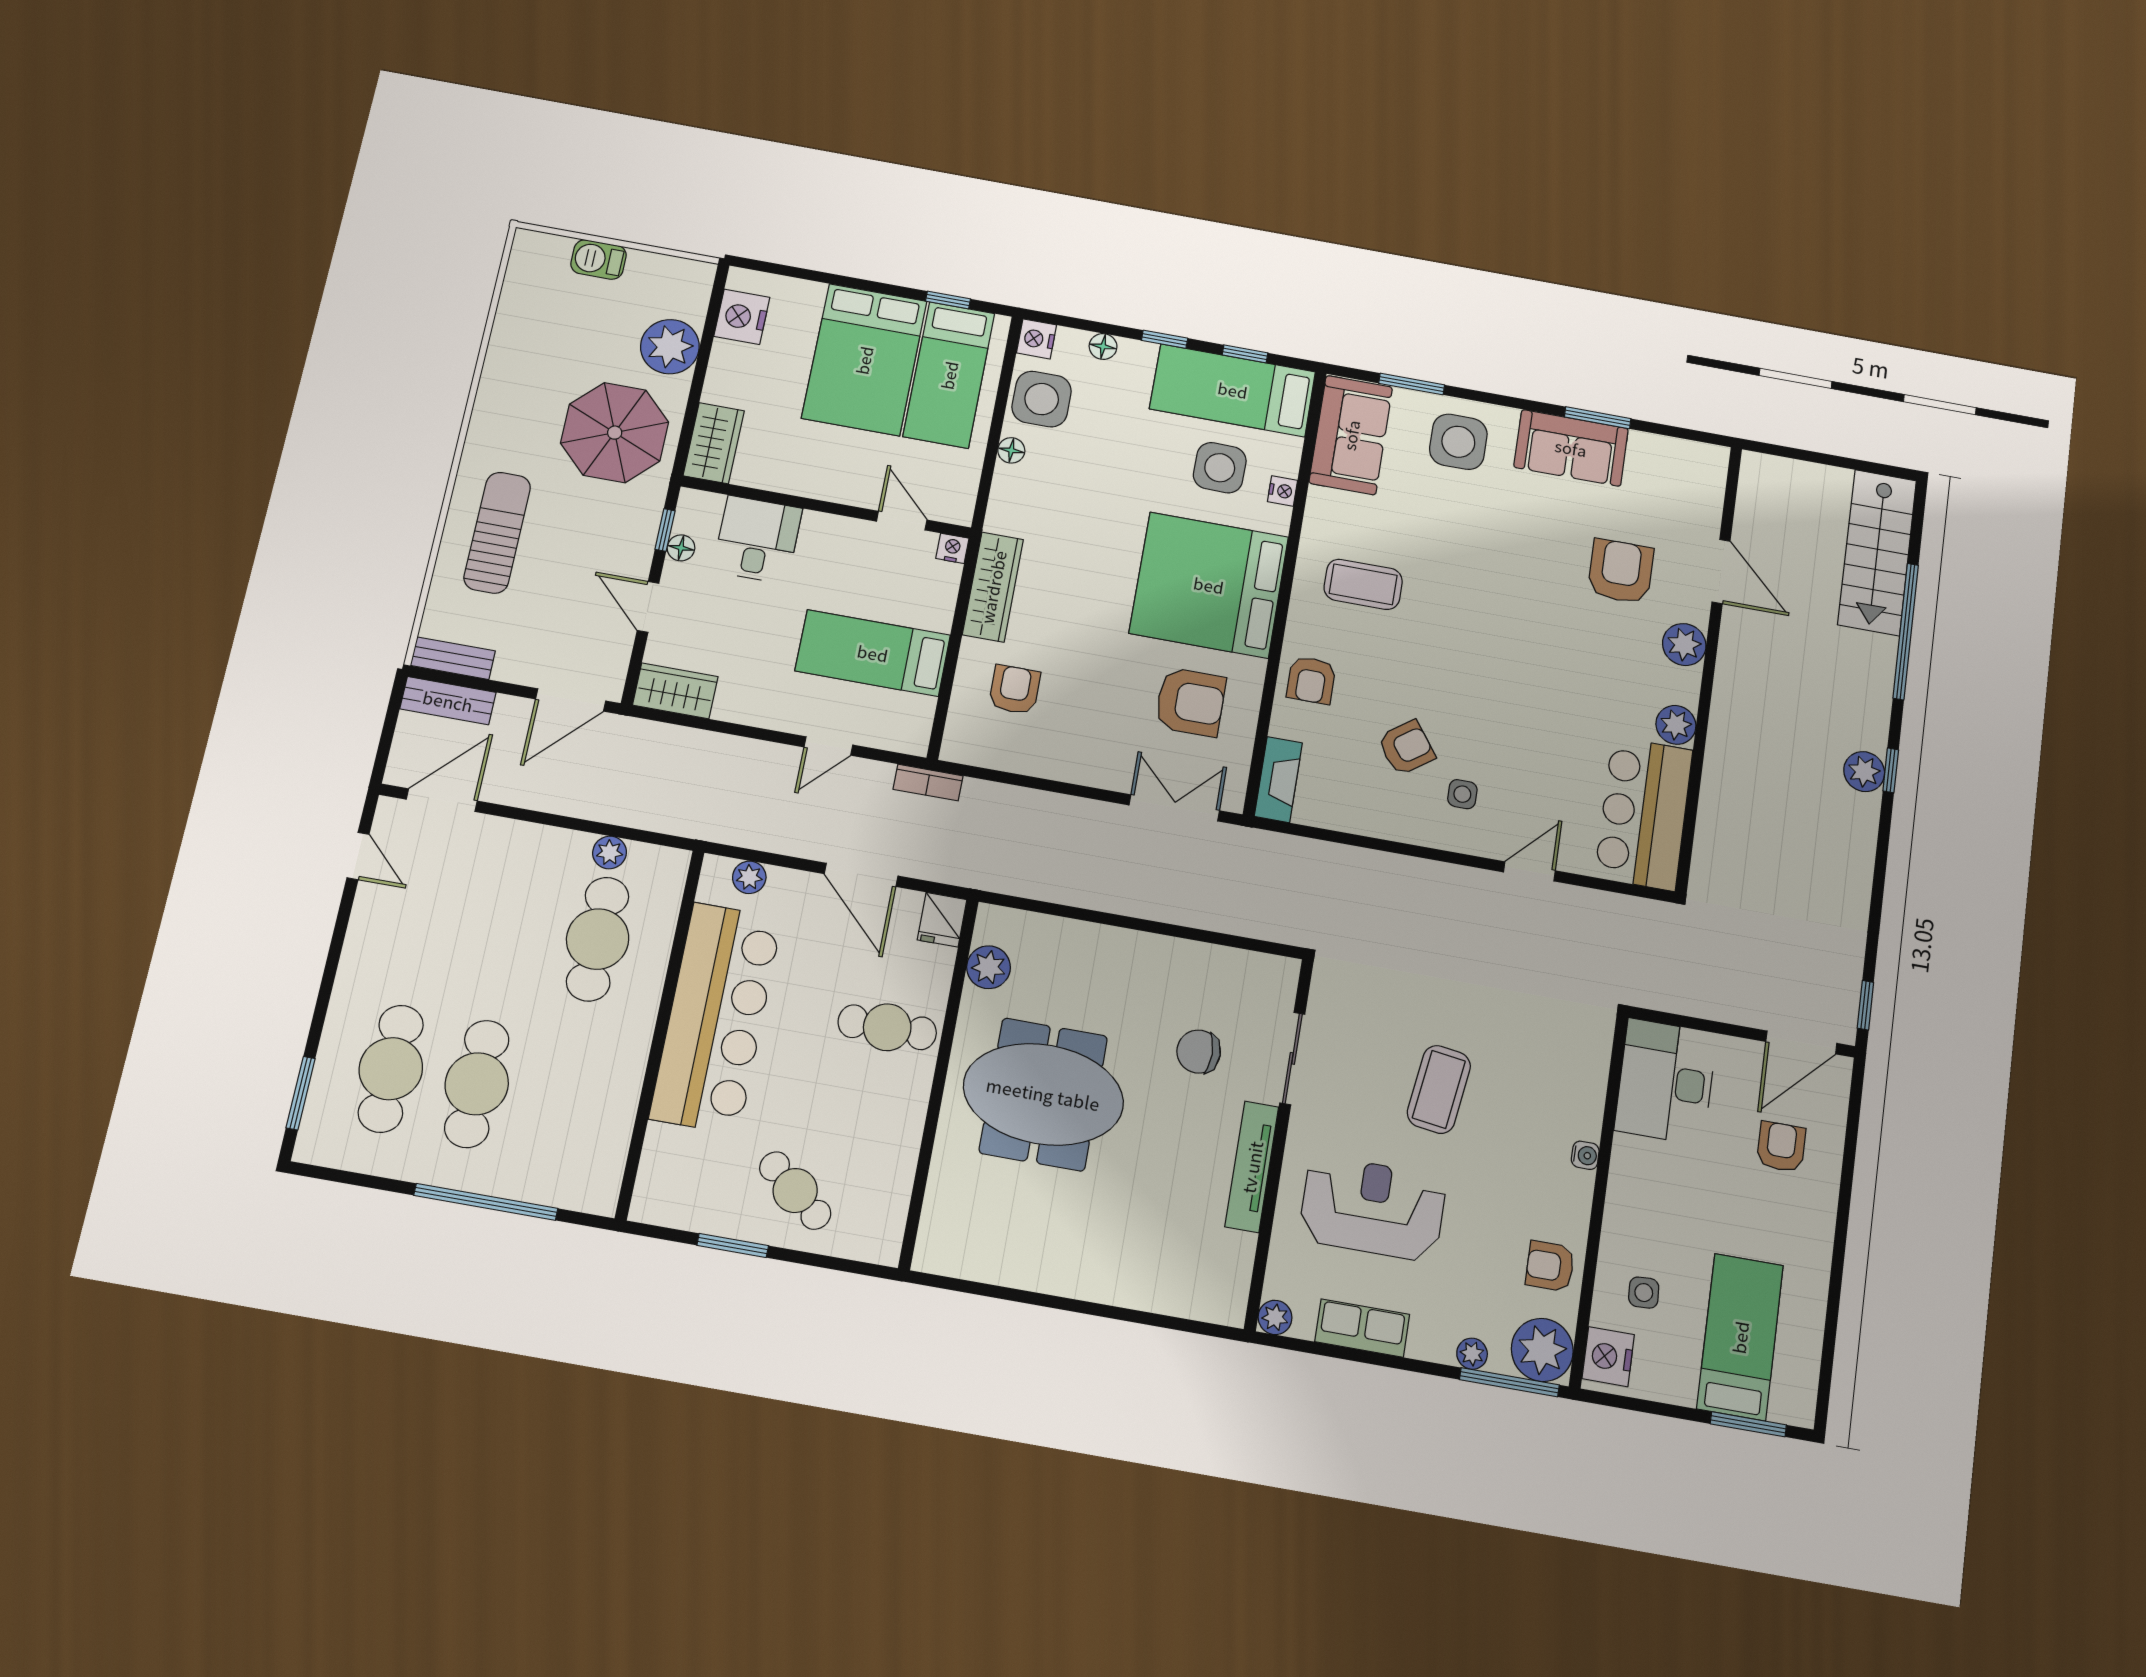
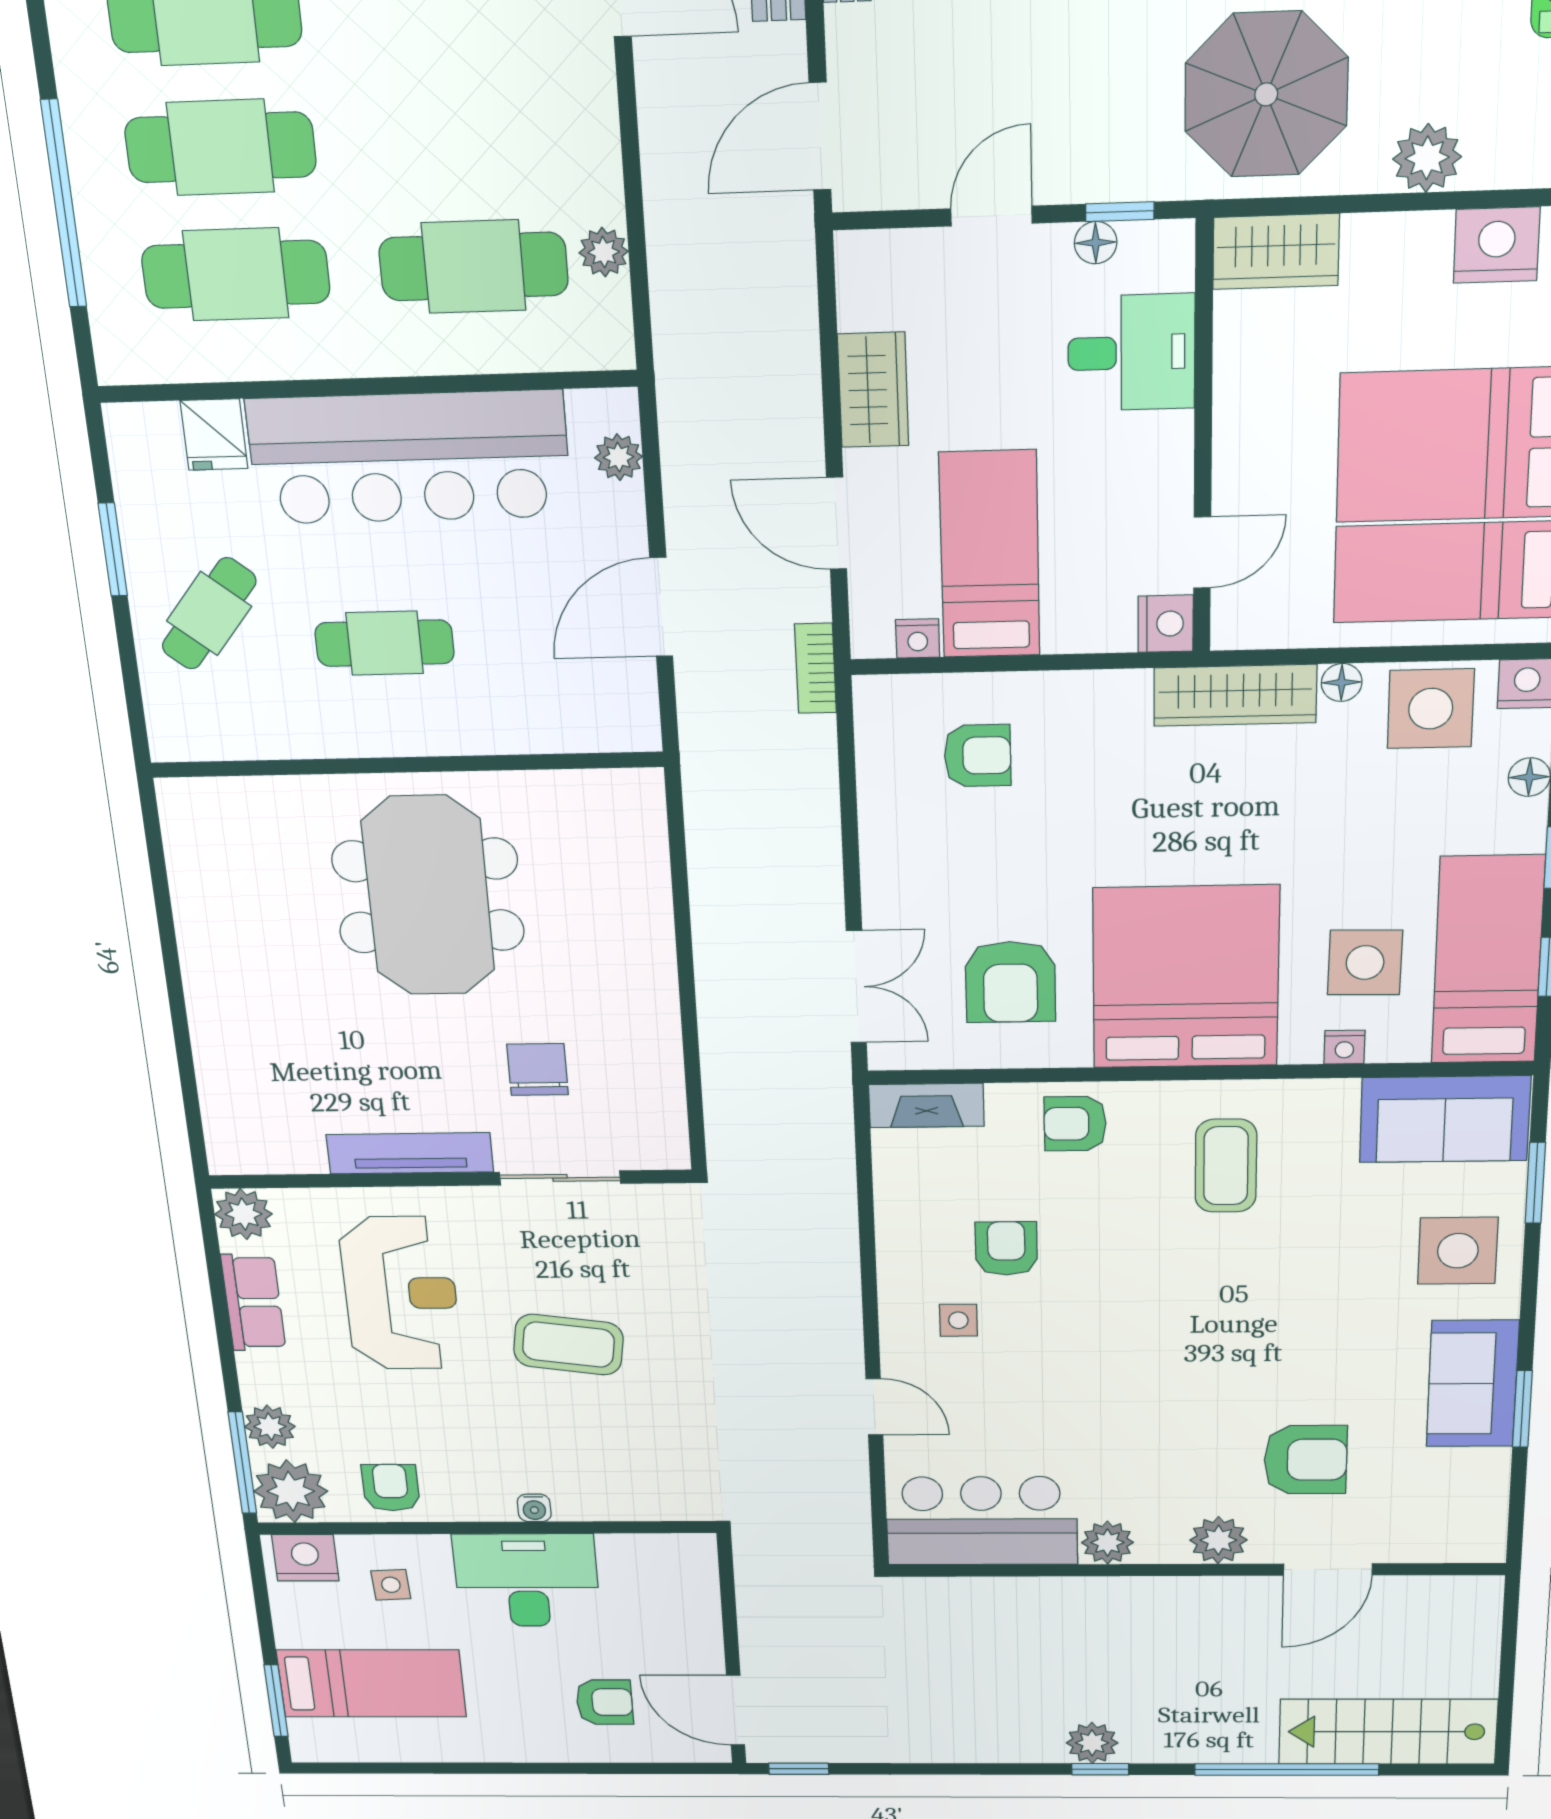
plant: (670, 347) -> (1427, 158), width x0.73, depth x0.73
nightstand: (952, 548) -> (1166, 624), width x1.39, depth x1.35
wardrobe: (993, 587) -> (1235, 695), moved
wardrobe: (675, 691) -> (873, 390), moved
door: (571, 700) -> (820, 136), hinge flipped
nightstand: (921, 711) -> (918, 638), added
door: (828, 746) -> (837, 523), width x1.38
armchair: (1406, 748) -> (1006, 1248), turned -144
fridge: (942, 920) -> (214, 435), moved, turned -90
plant: (989, 967) -> (577, 797), removed
cafe table: (887, 1027) -> (385, 643), moved, turned 90
desk: (1666, 1082) -> (527, 1580), moved
cafe table: (563, 1099) -> (236, 274), added
plant: (1275, 1317) -> (244, 1214), width x1.38, depth x1.38
plant: (1472, 1354) -> (270, 1427), width x1.38, depth x1.38

